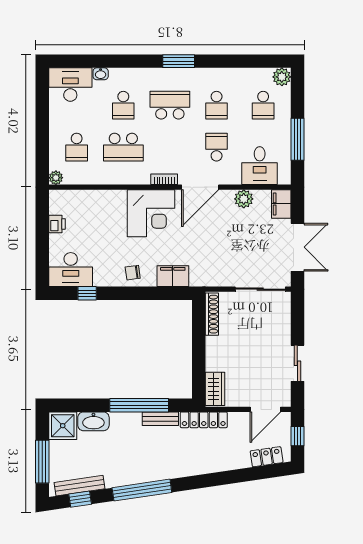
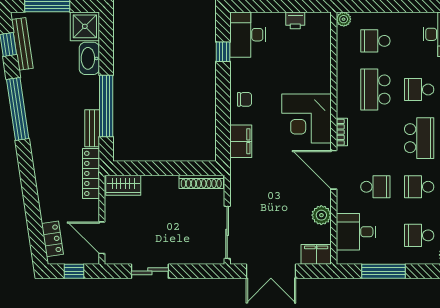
chair: (133, 273) -> (244, 99), turned 98

